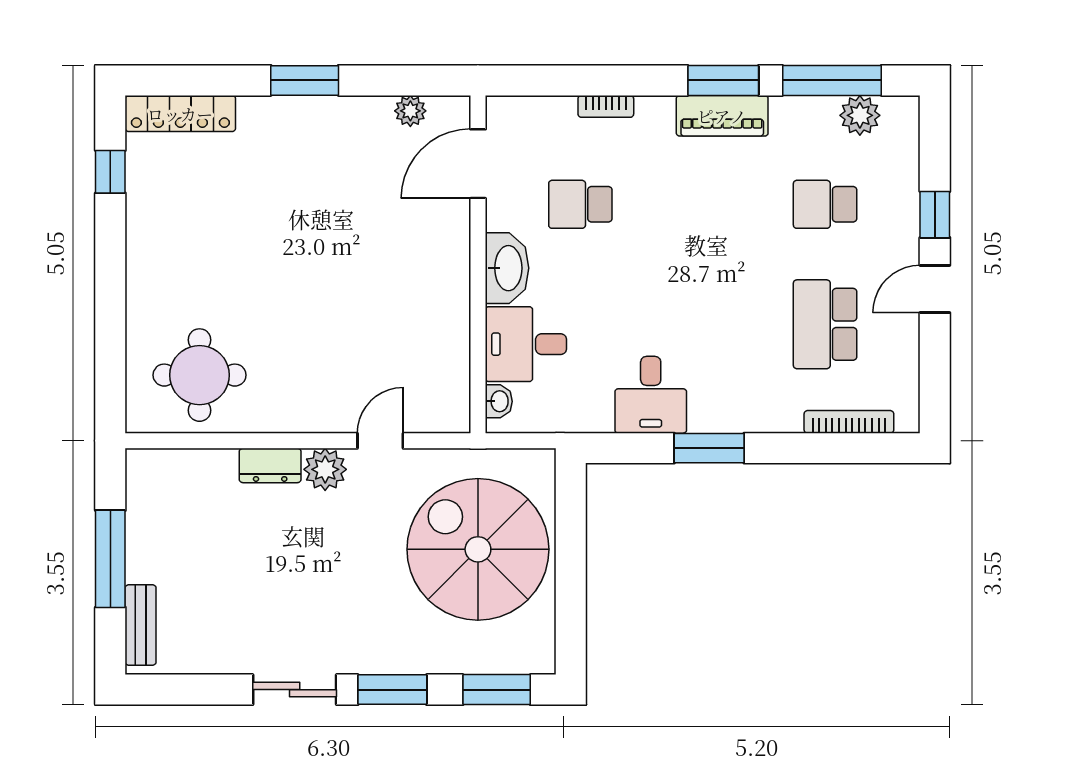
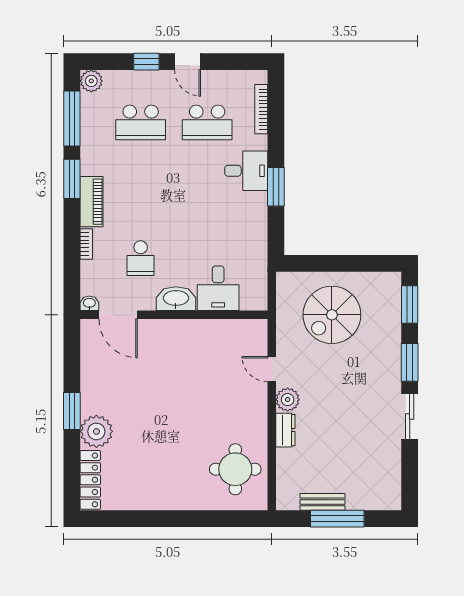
plant: (410, 111) -> (96, 431), moved, width x1.87, depth x1.87
plant: (860, 115) -> (91, 81), moved
piano: (722, 116) -> (92, 202), moved
window: (110, 172) -> (123, 519), removed
school desk: (825, 204) -> (141, 122), width x1.85
desk: (651, 395) -> (246, 171), moved
washbasin: (499, 401) -> (89, 303), moved
spiral stairs: (478, 549) -> (332, 315), width x0.73, depth x0.73
bench: (141, 625) -> (322, 502), moved

